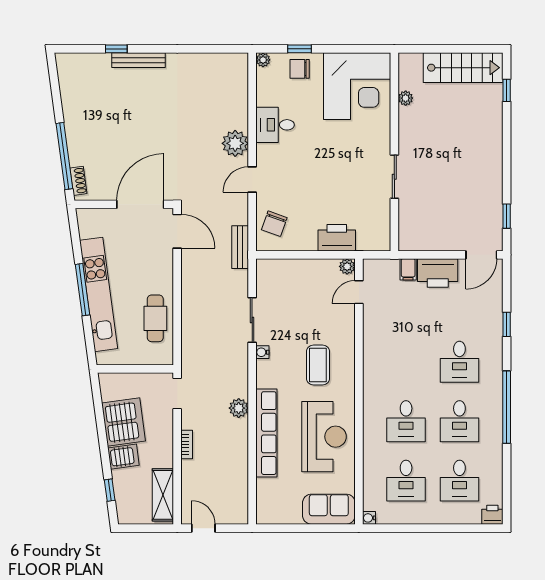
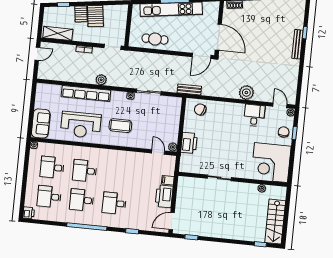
door: (252, 179) -> (280, 105), moved
door: (481, 255) -> (172, 221), hinge flipped
server rack: (124, 422) -> (95, 16), width x0.62

